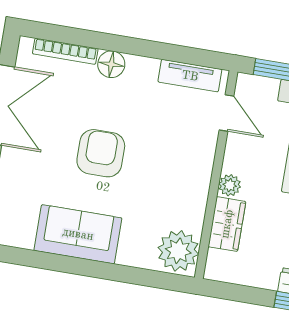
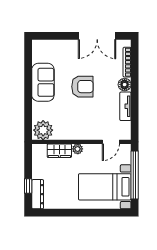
tv unit: (190, 76) -> (125, 106), moved

